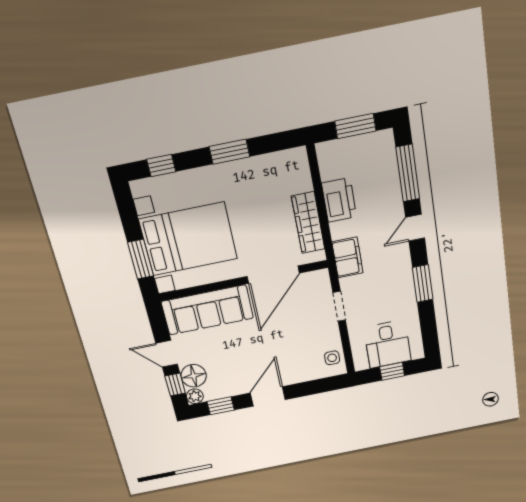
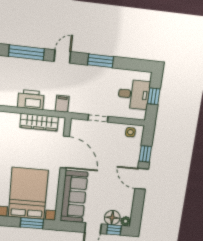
door: (415, 228) -> (62, 57), swing flipped
filing cabinet: (348, 257) -> (62, 104), width x0.50
window: (221, 406) -> (145, 154), moved

